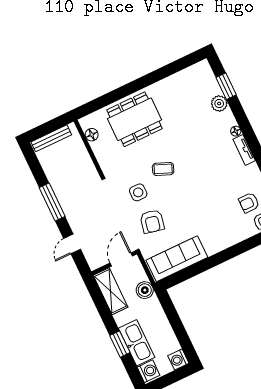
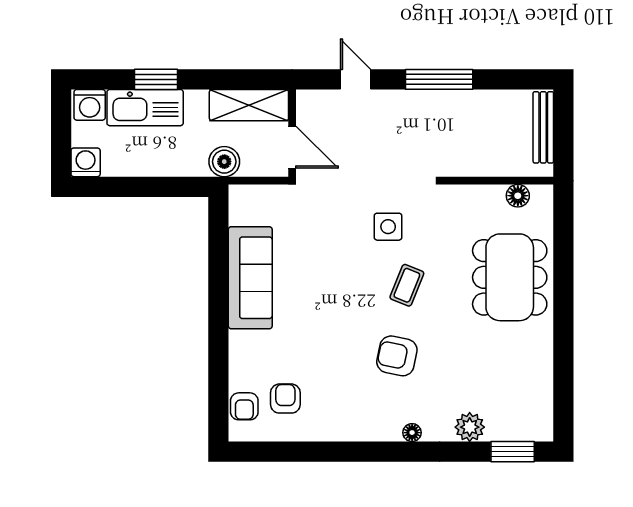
window: (226, 86) -> (513, 452), moved
tv unit: (244, 150) -> (375, 432), removed
armchair: (152, 221) -> (397, 356), moved
sofa: (177, 259) -> (250, 278), moved

